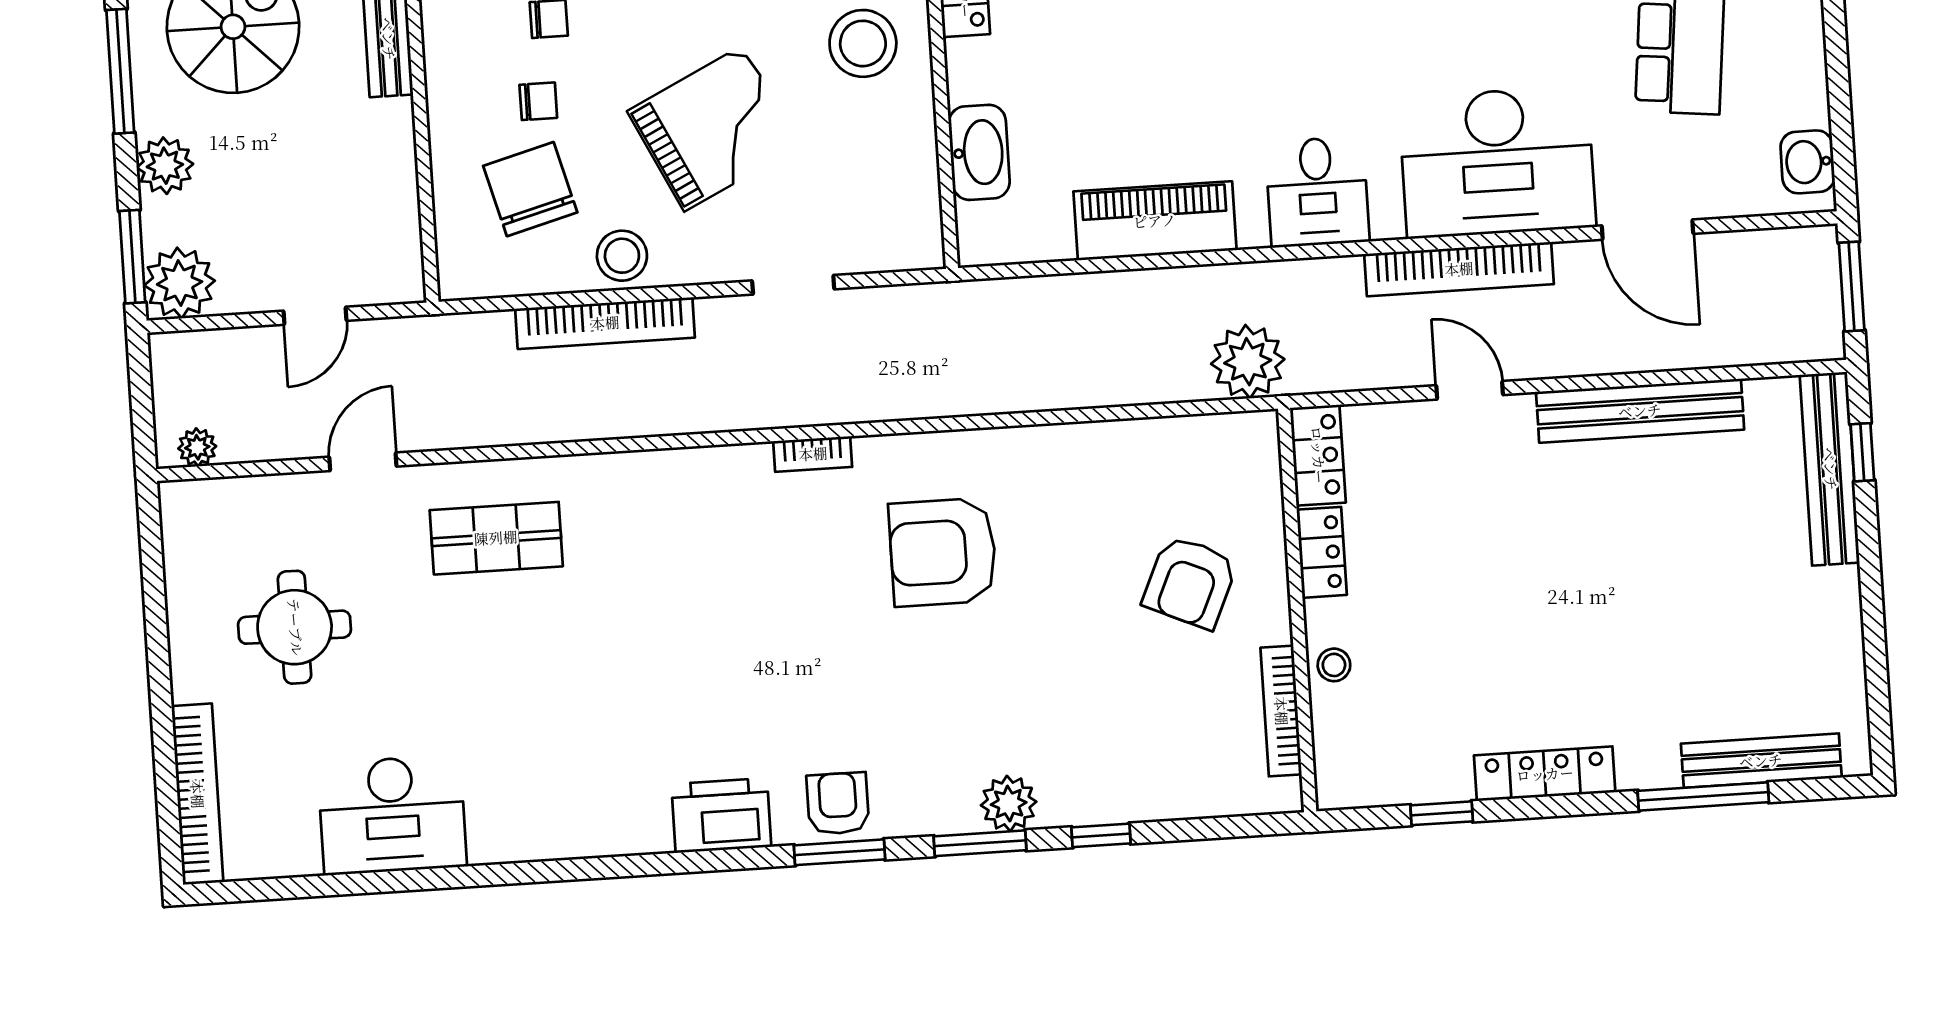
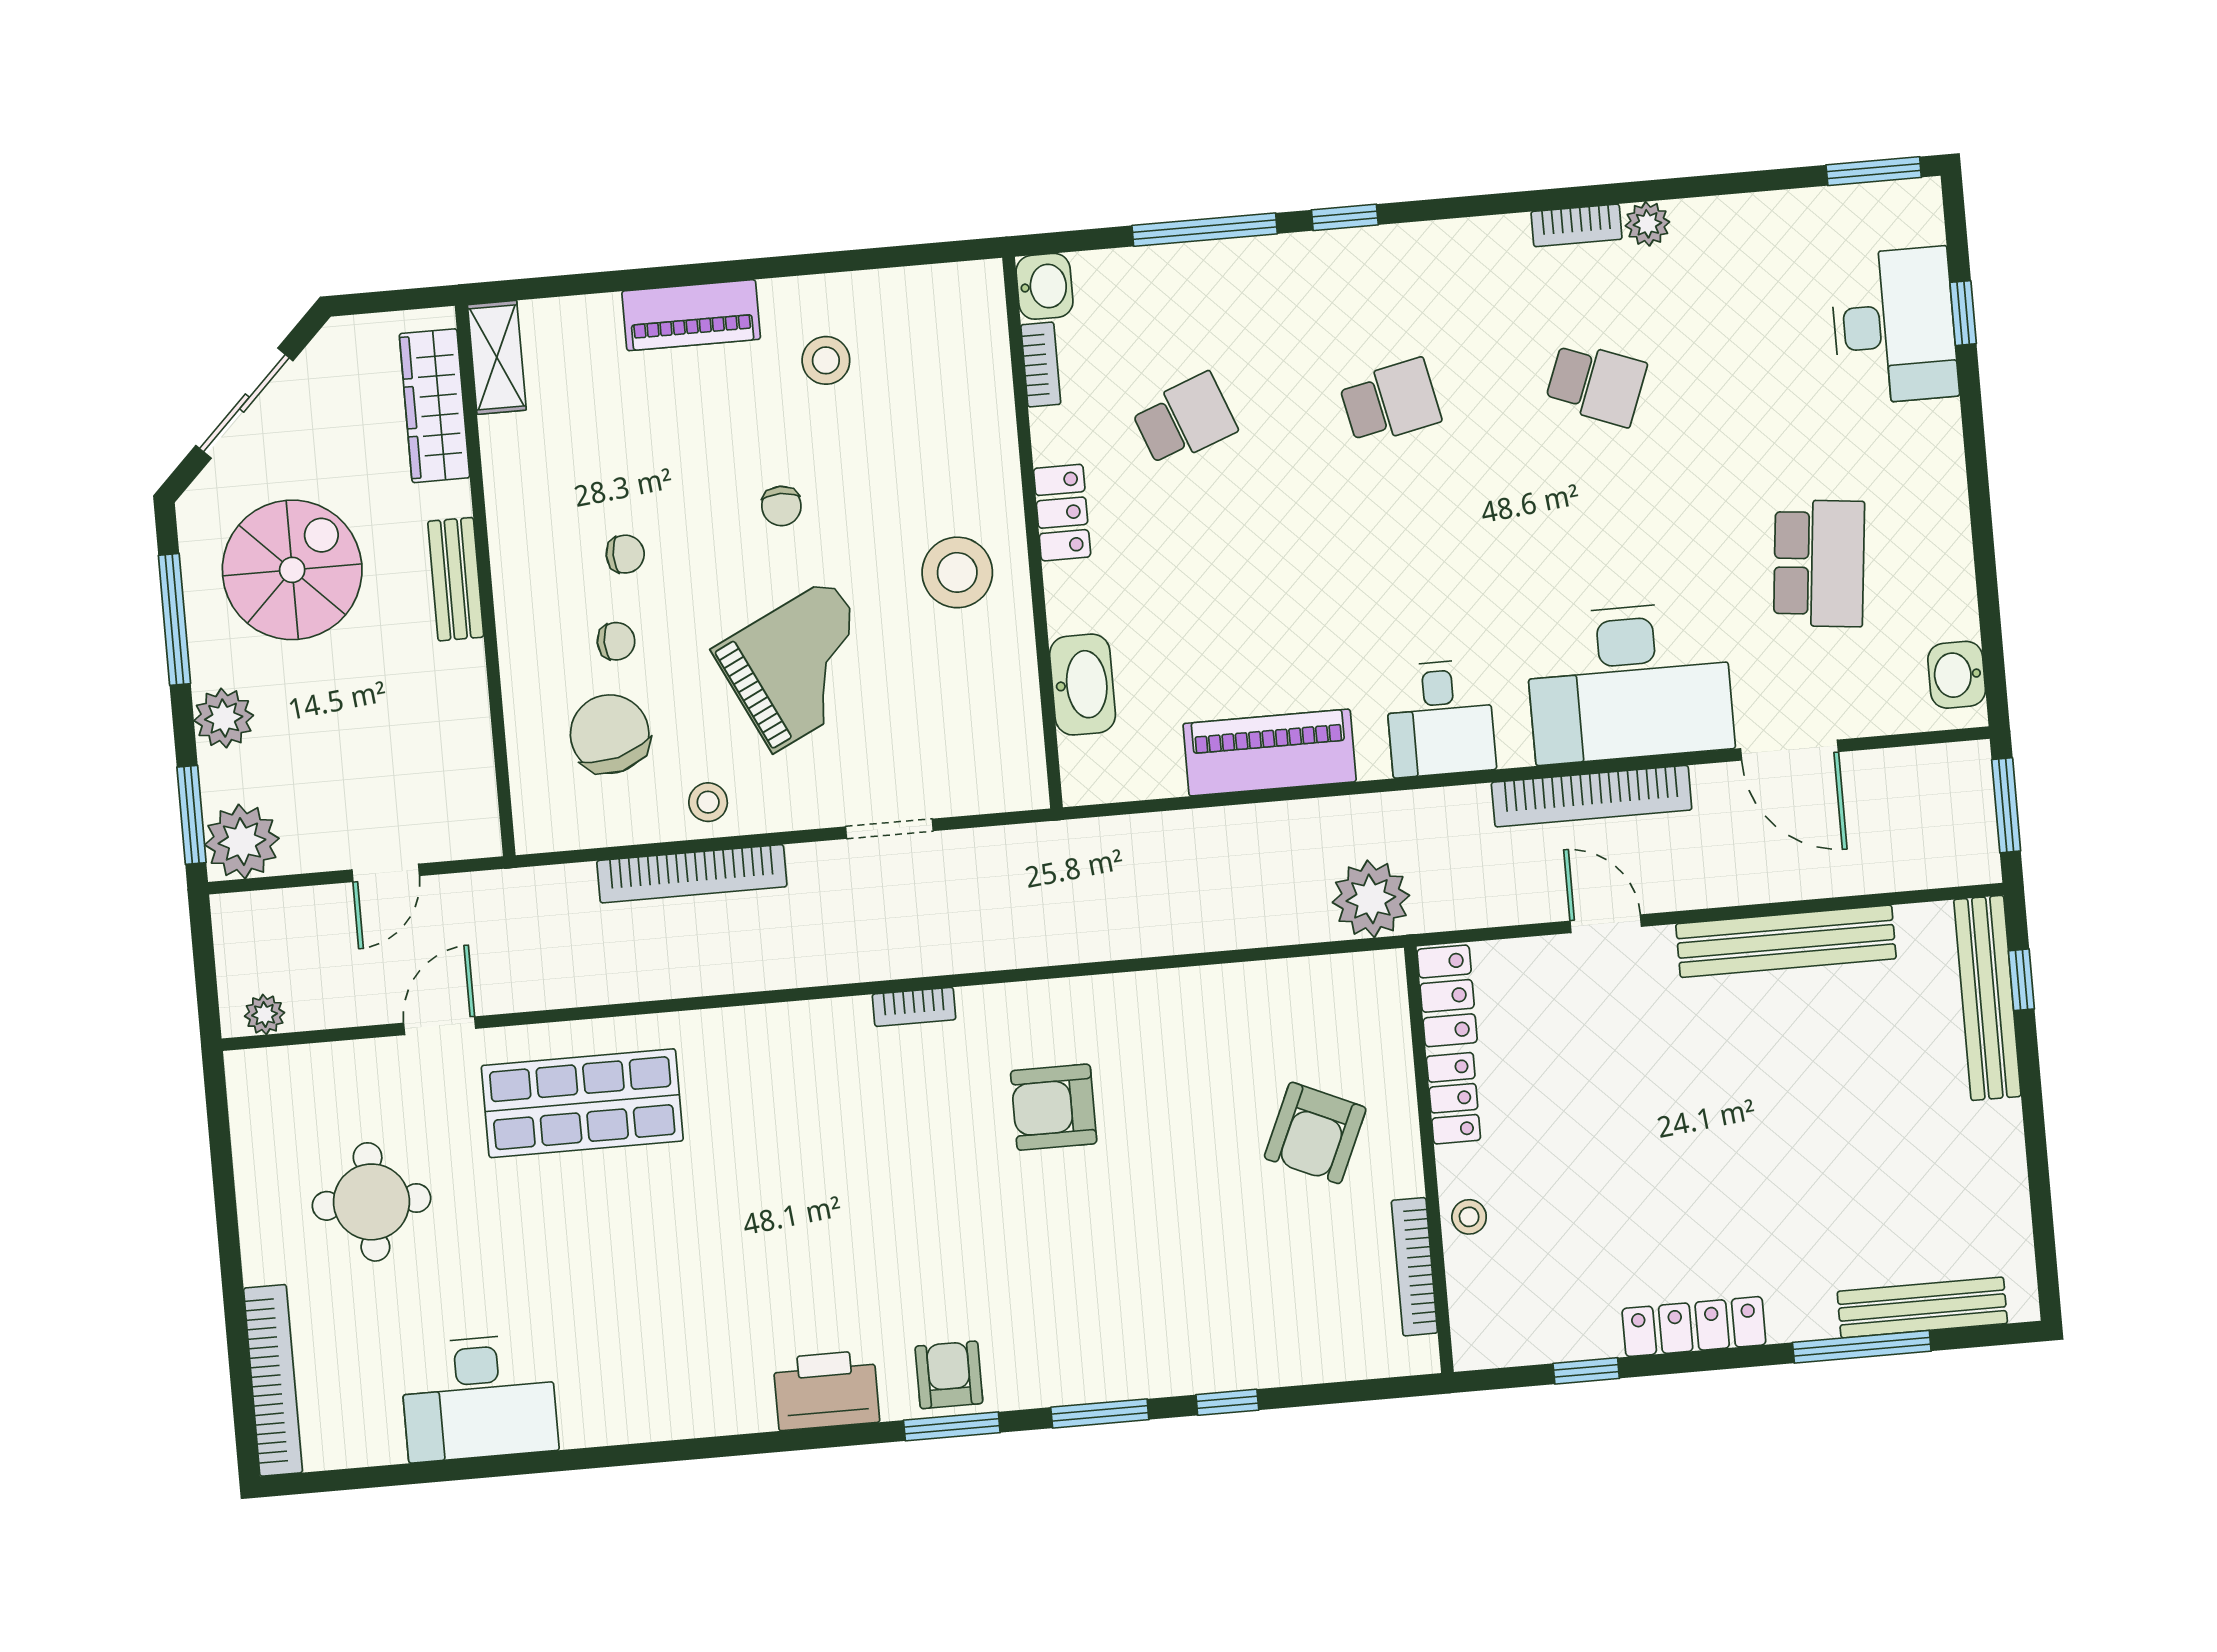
stool: (622, 256) -> (708, 802), width x0.73, depth x0.73
shop shelf: (496, 538) -> (582, 1103), width x1.43, depth x1.36
armchair: (943, 552) -> (1054, 1107), width x0.73, depth x0.73
plant: (1009, 803) -> (1129, 1371), removed

